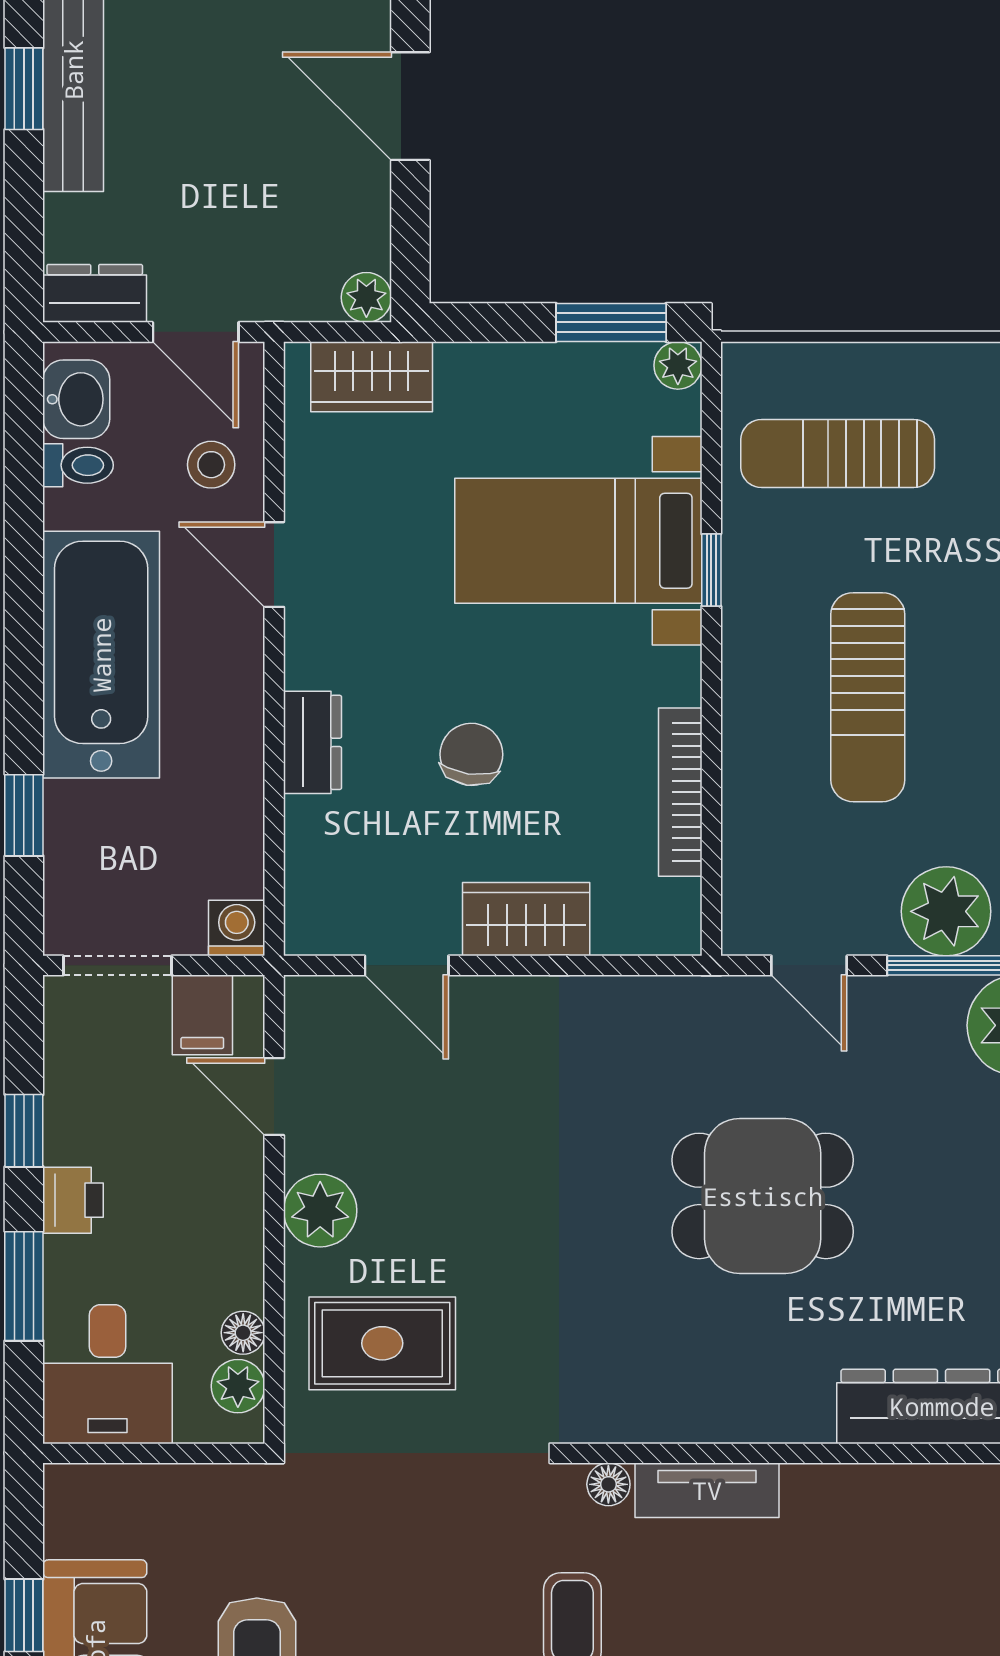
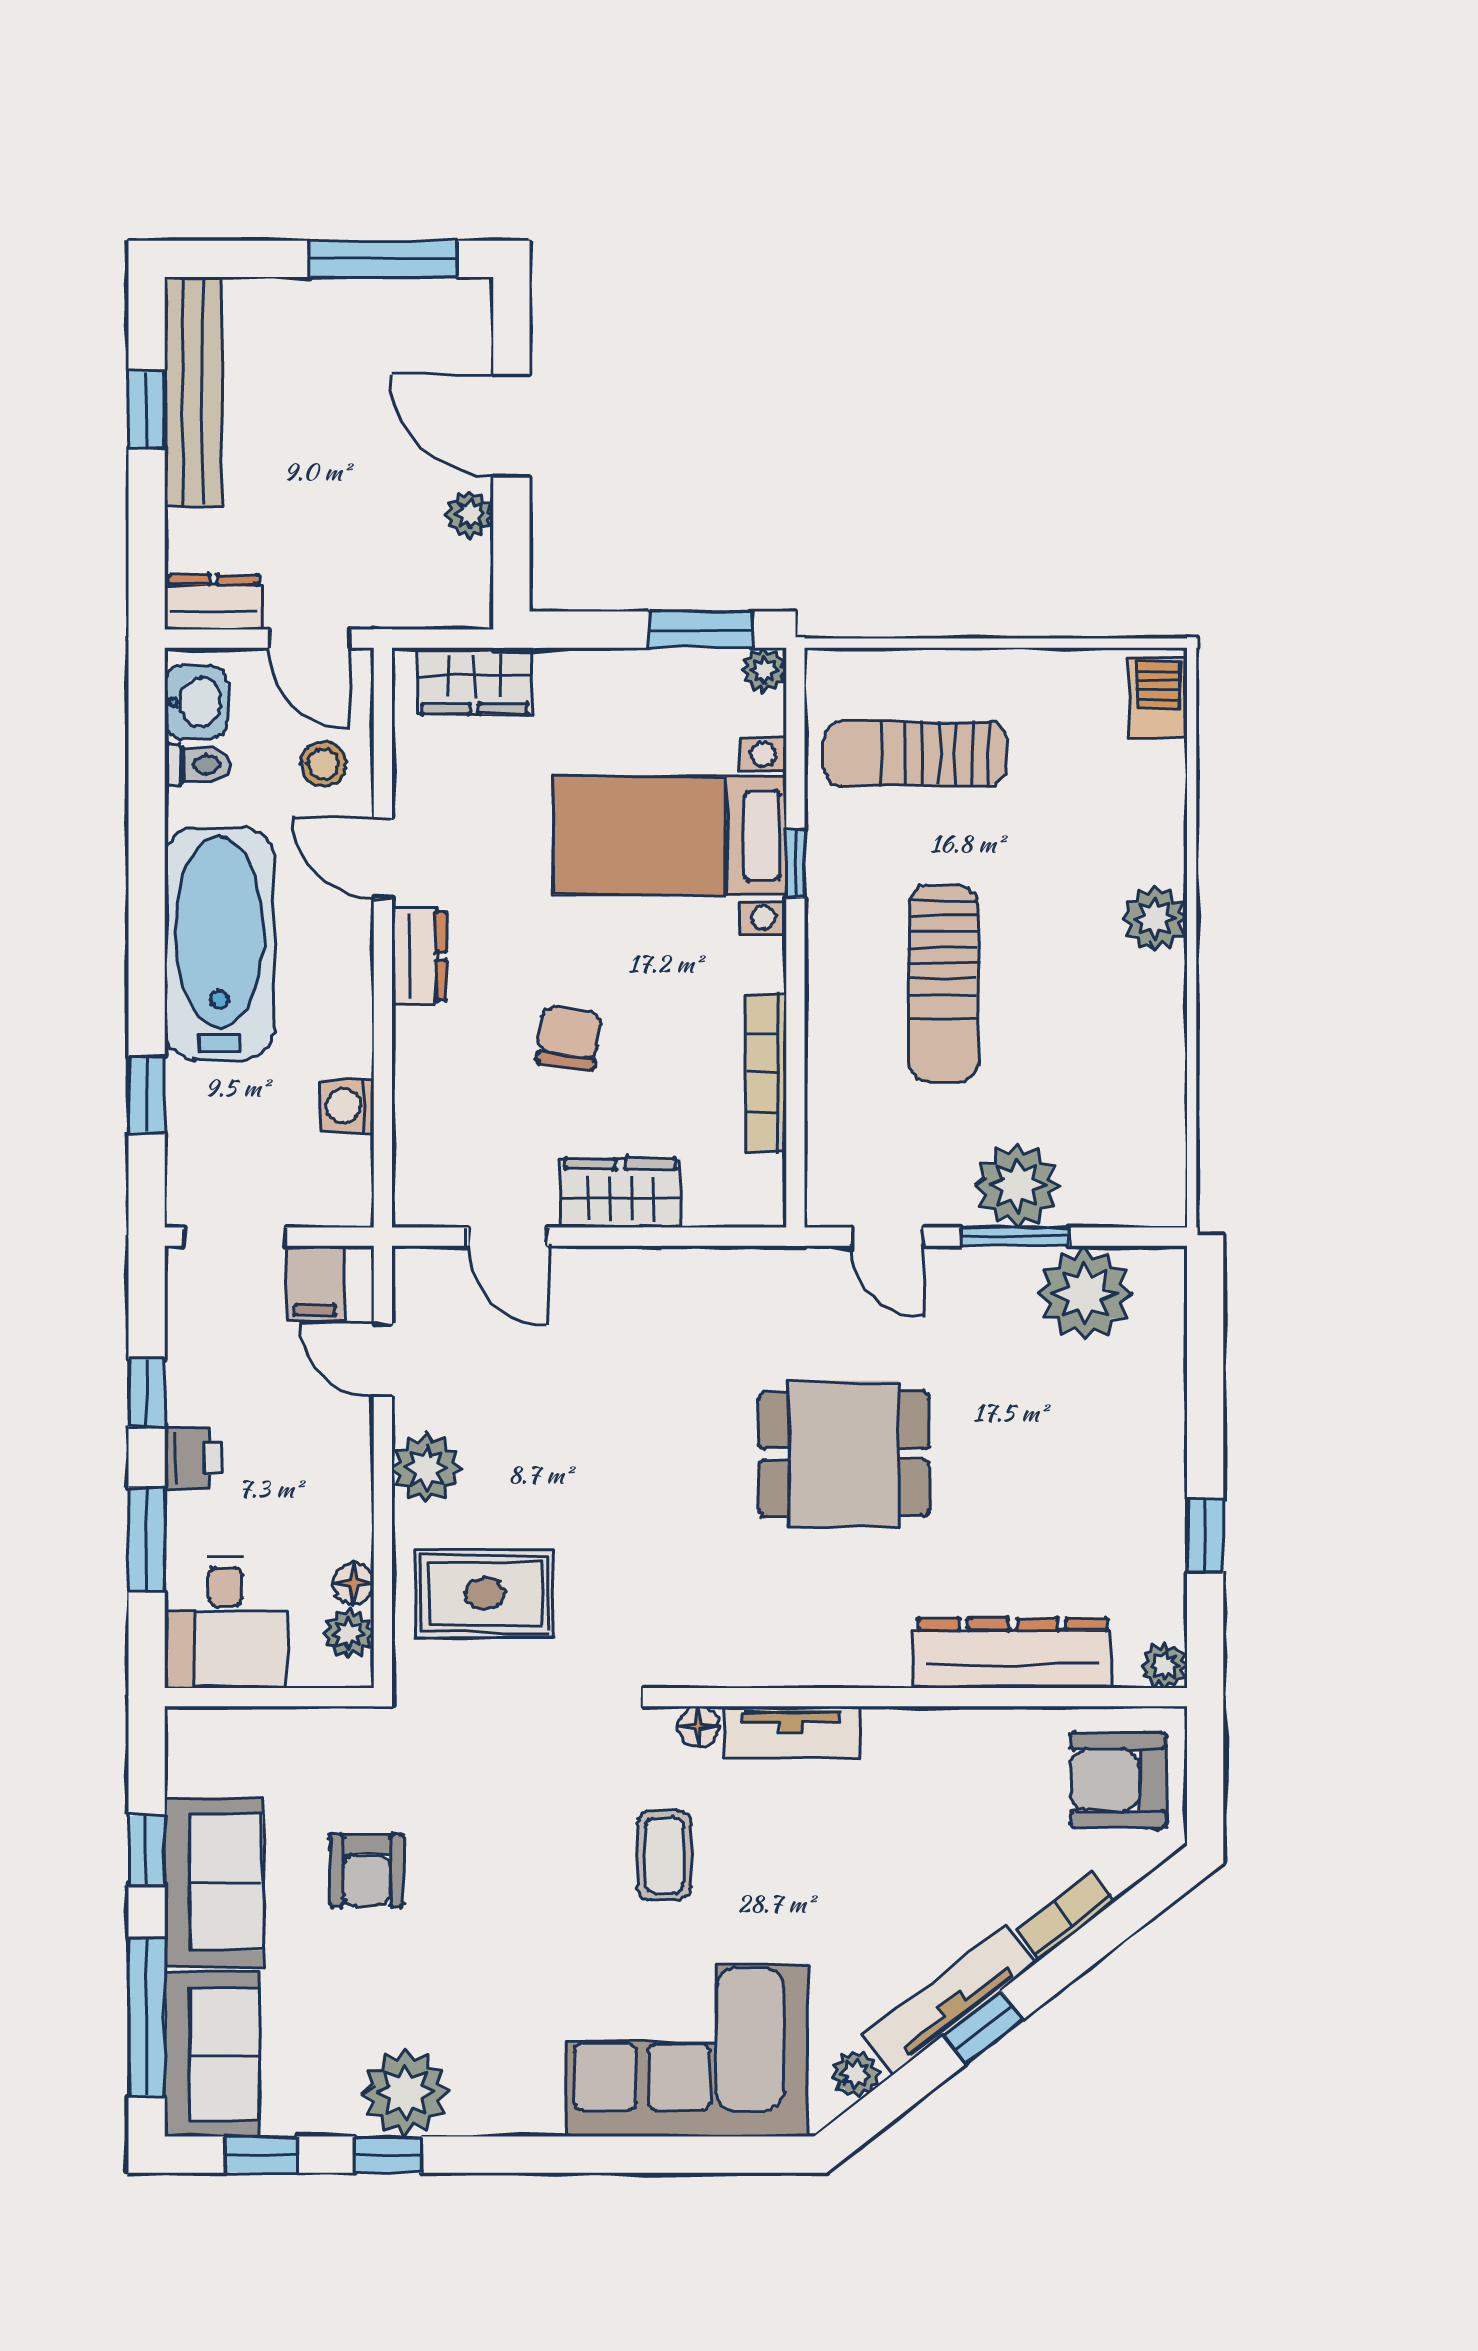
plant: (366, 297) -> (470, 514), moved
dresser: (313, 742) -> (419, 956), moved
washing machine: (237, 928) -> (347, 1106), moved, turned -90

